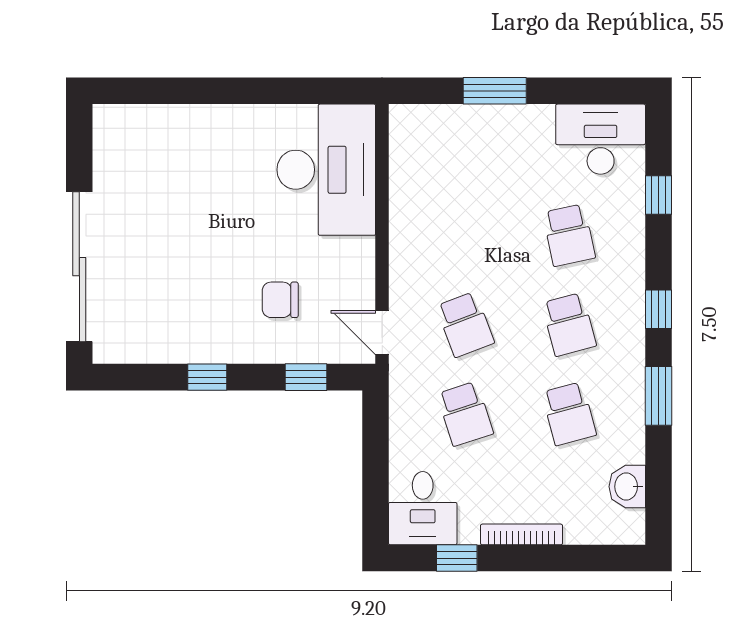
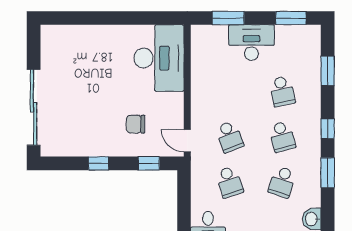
window: (495, 91) -> (228, 18), moved
window: (586, 91) -> (291, 18), added
desk: (601, 139) -> (251, 43), moved
window: (658, 195) -> (328, 71), width x1.50
school desk: (569, 414) -> (282, 182), turned 33

